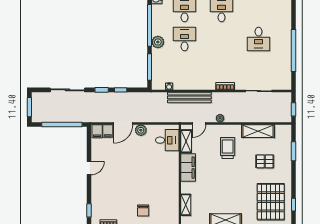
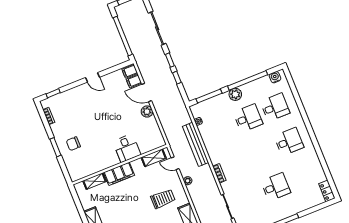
desk: (259, 39) -> (276, 187), turned 180
desk: (167, 140) -> (127, 148), moved
filing cabinet: (188, 168) -> (119, 174), moved

